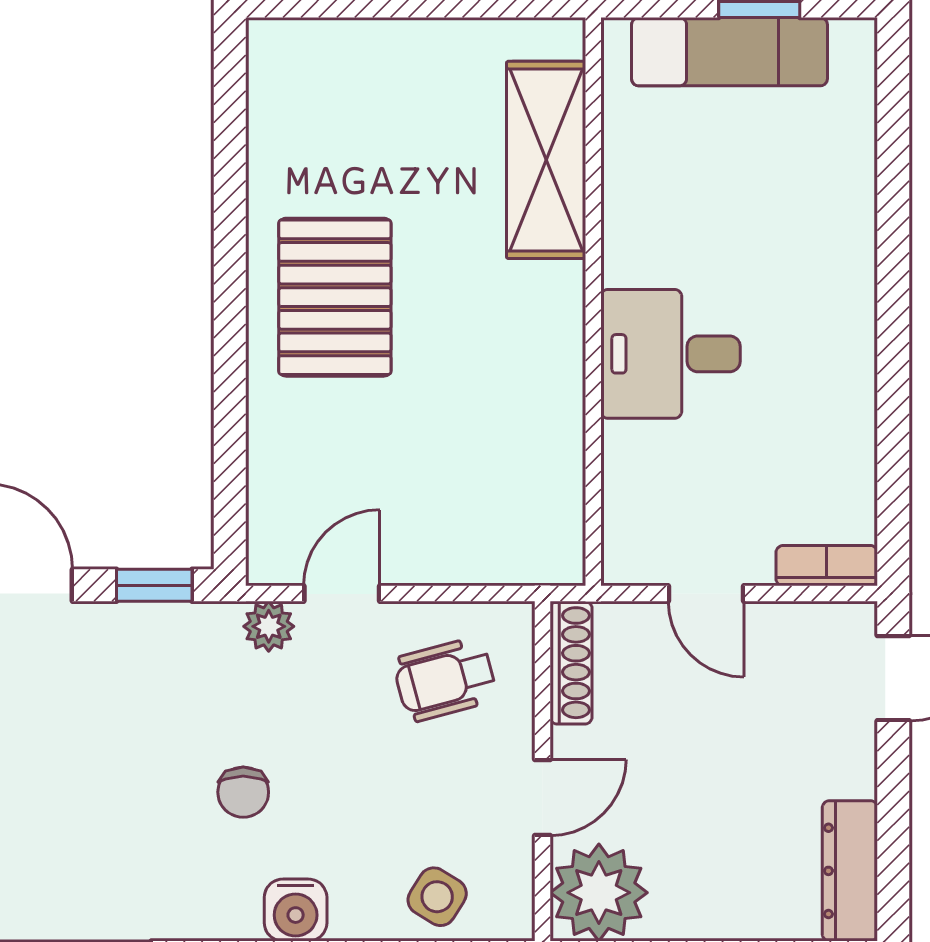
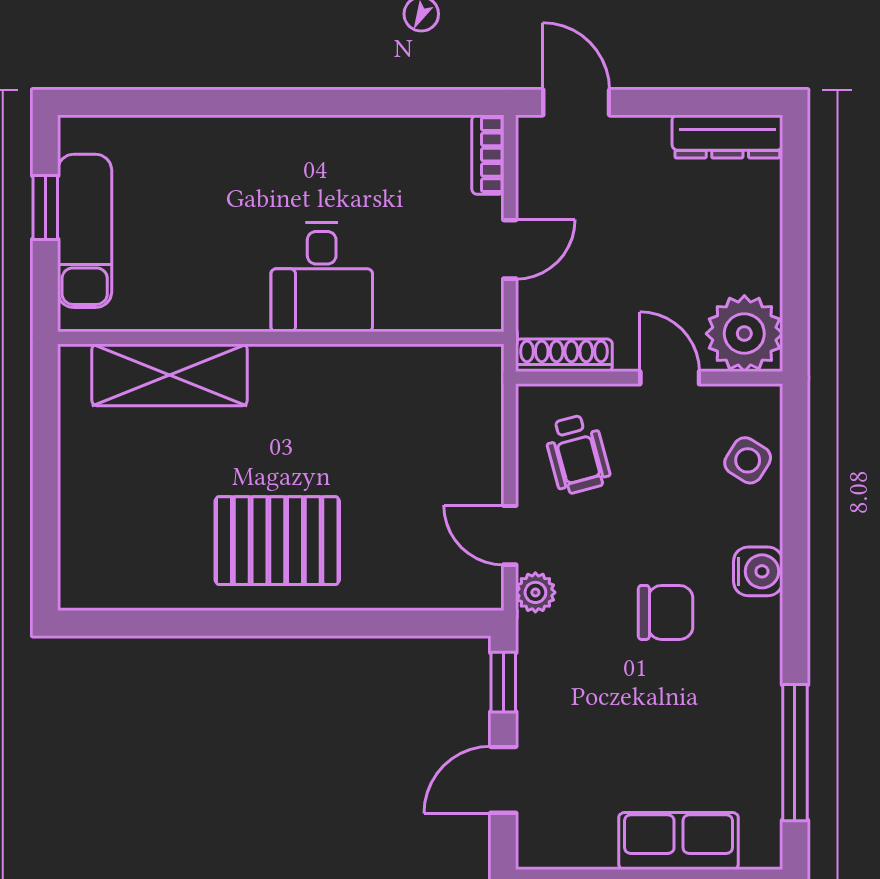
chair: (243, 792) -> (666, 612), width x1.37, depth x1.37

